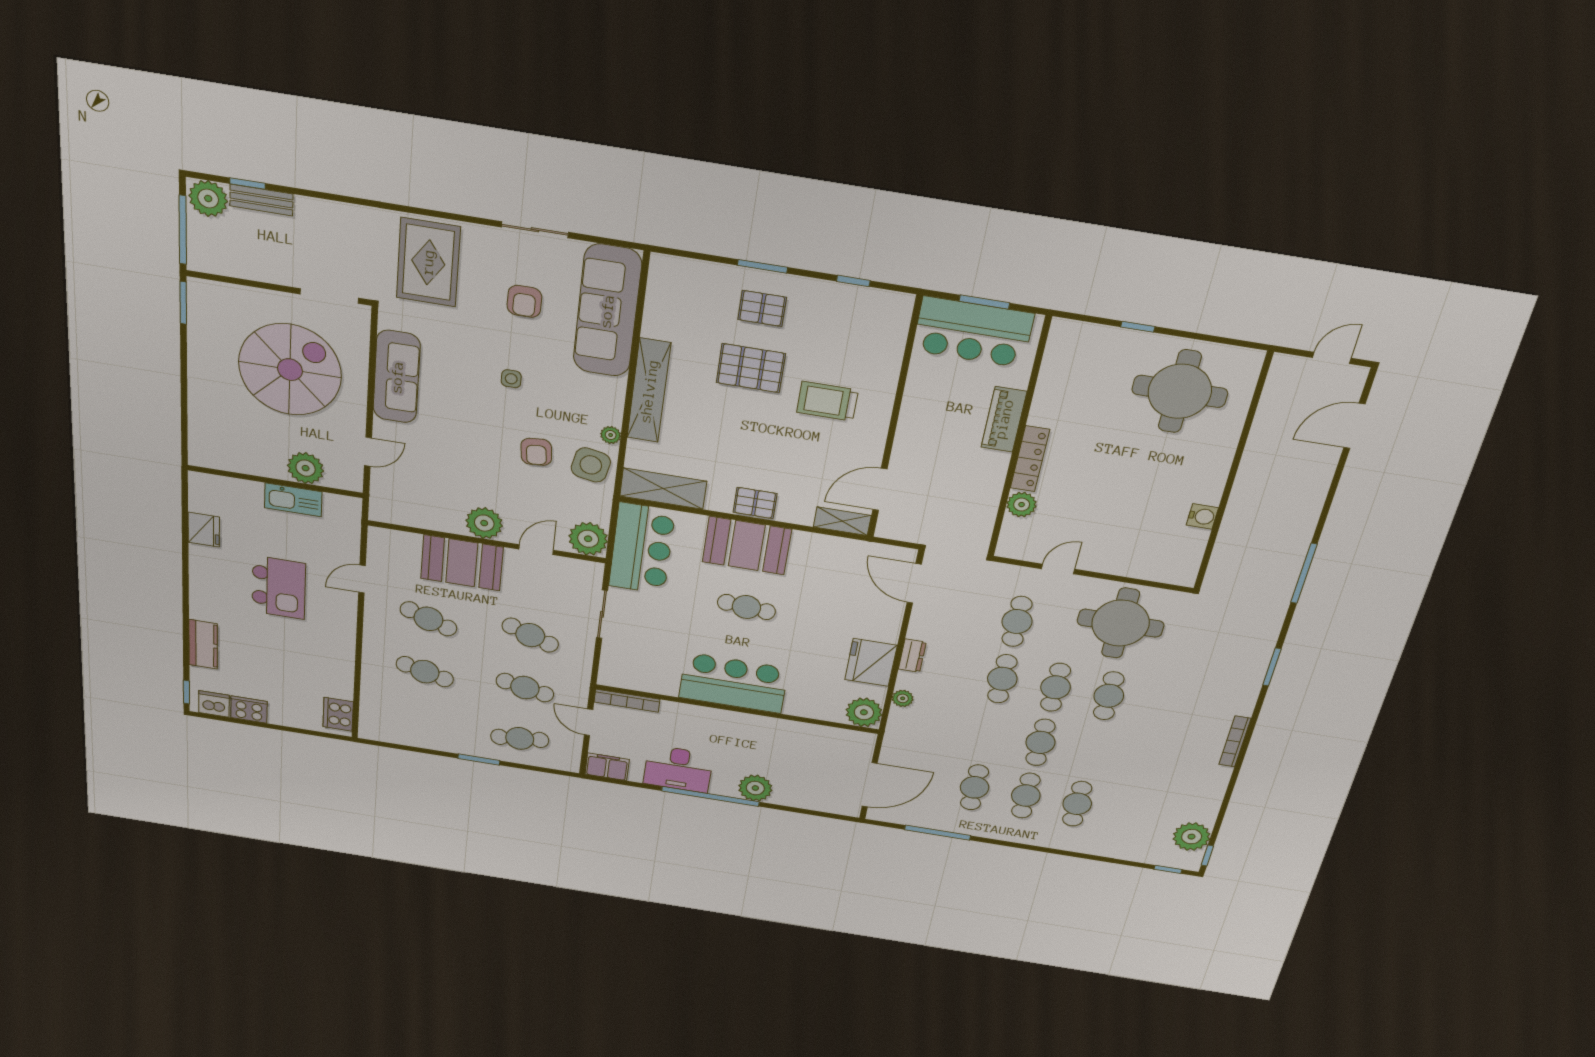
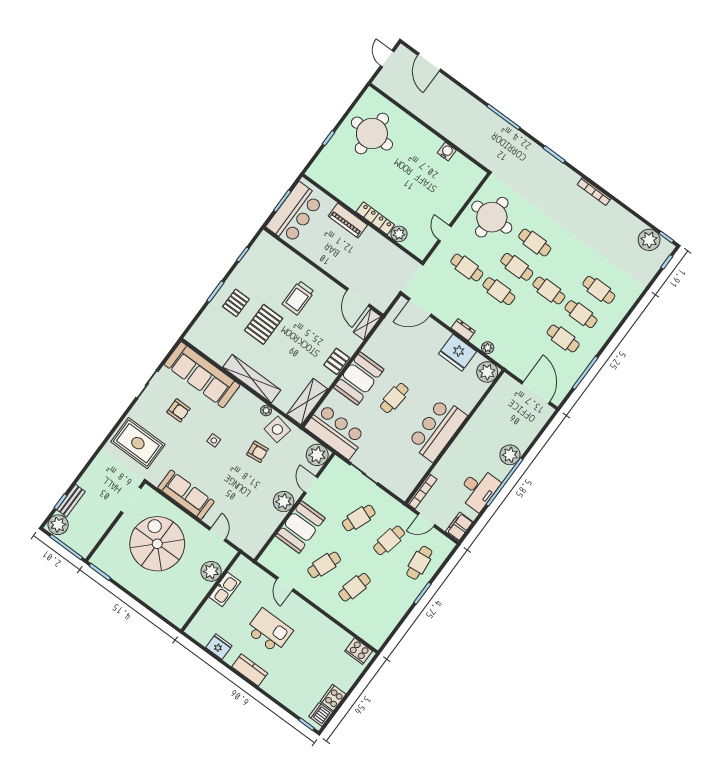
kitchen counter: (203, 644) -> (250, 670), moved

